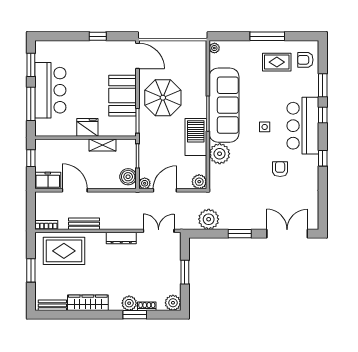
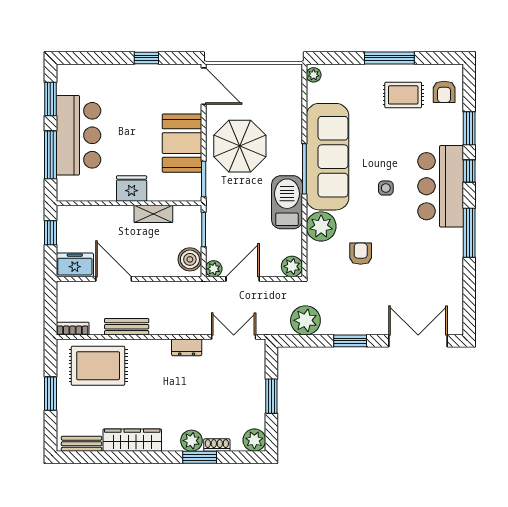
armchair: (305, 60) -> (444, 92), turned -90
window: (323, 158) -> (469, 233), width x2.17
armchair: (280, 169) -> (361, 254), moved
dresser: (121, 238) -> (187, 347), width x0.70

